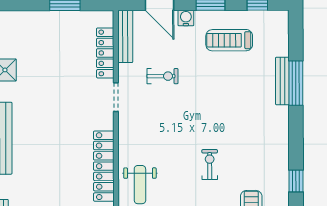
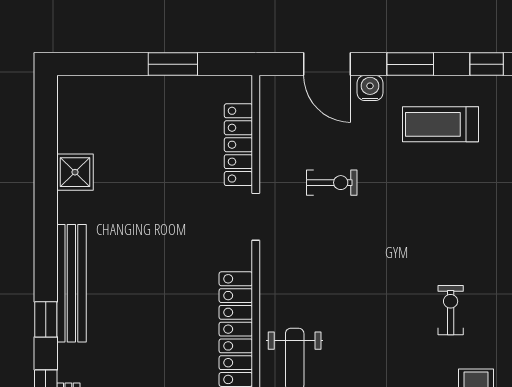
bench: (125, 36) -> (271, 118), removed
exercise bike: (210, 165) -> (451, 310), moved

